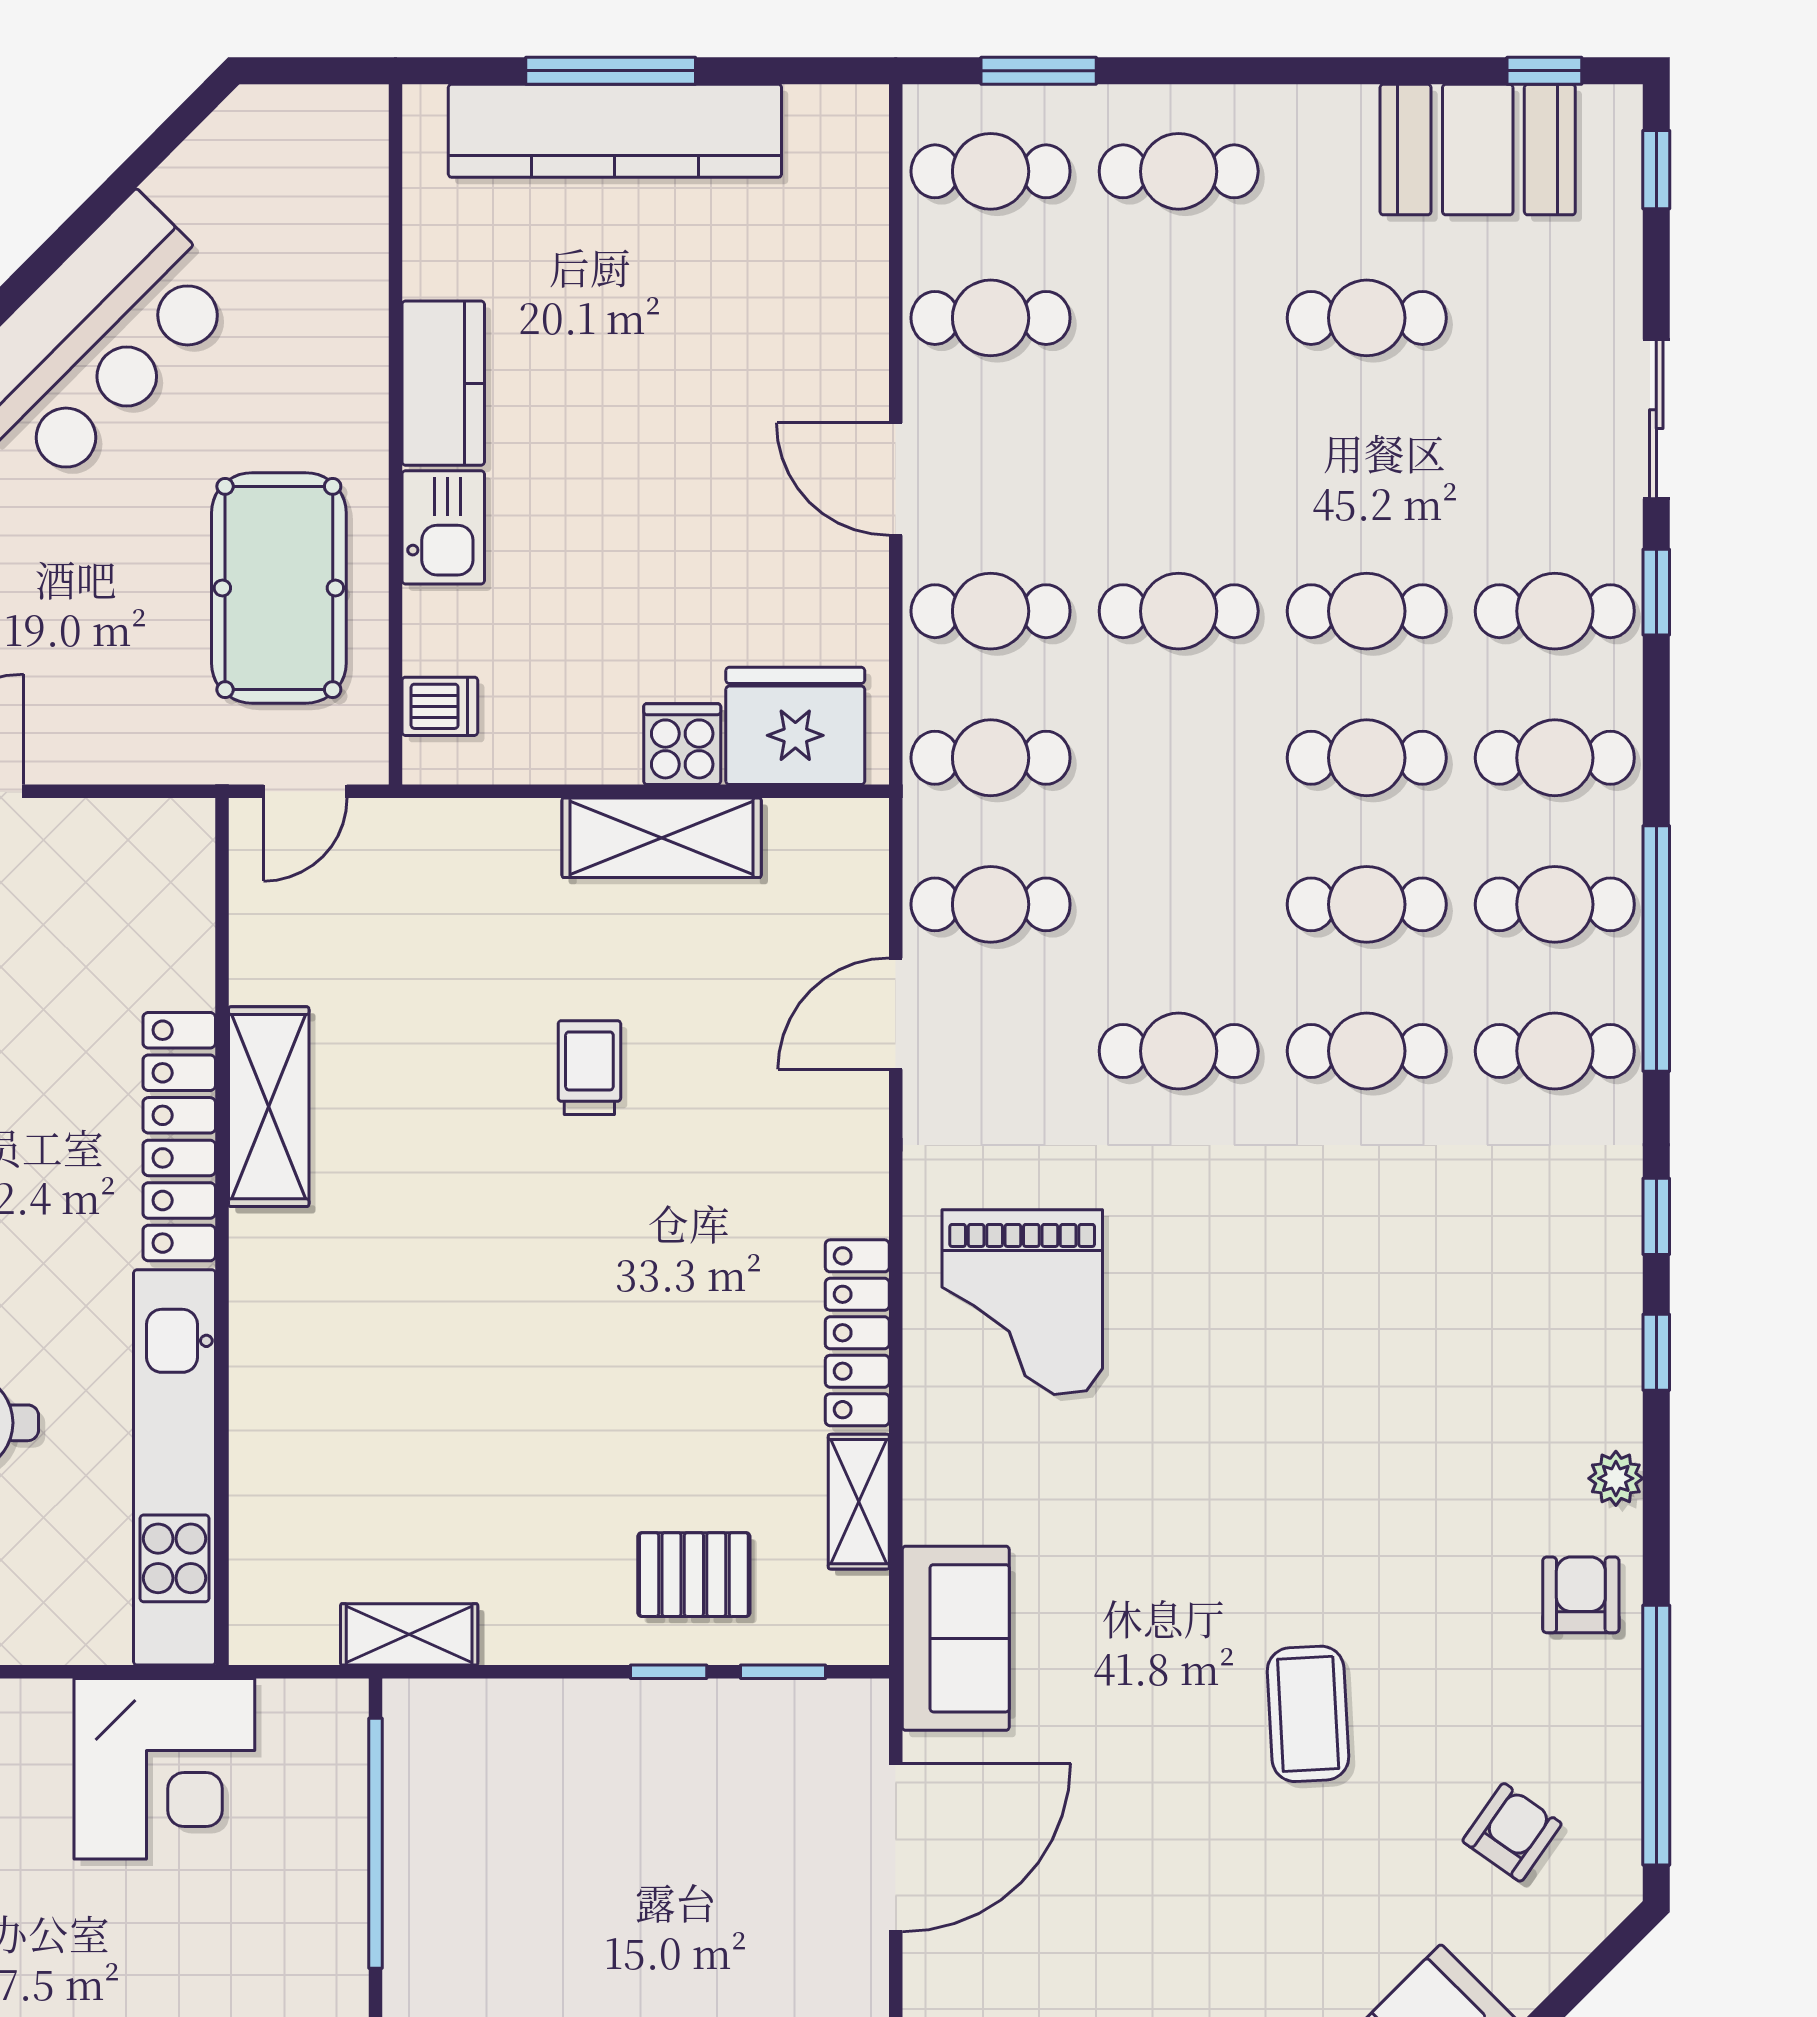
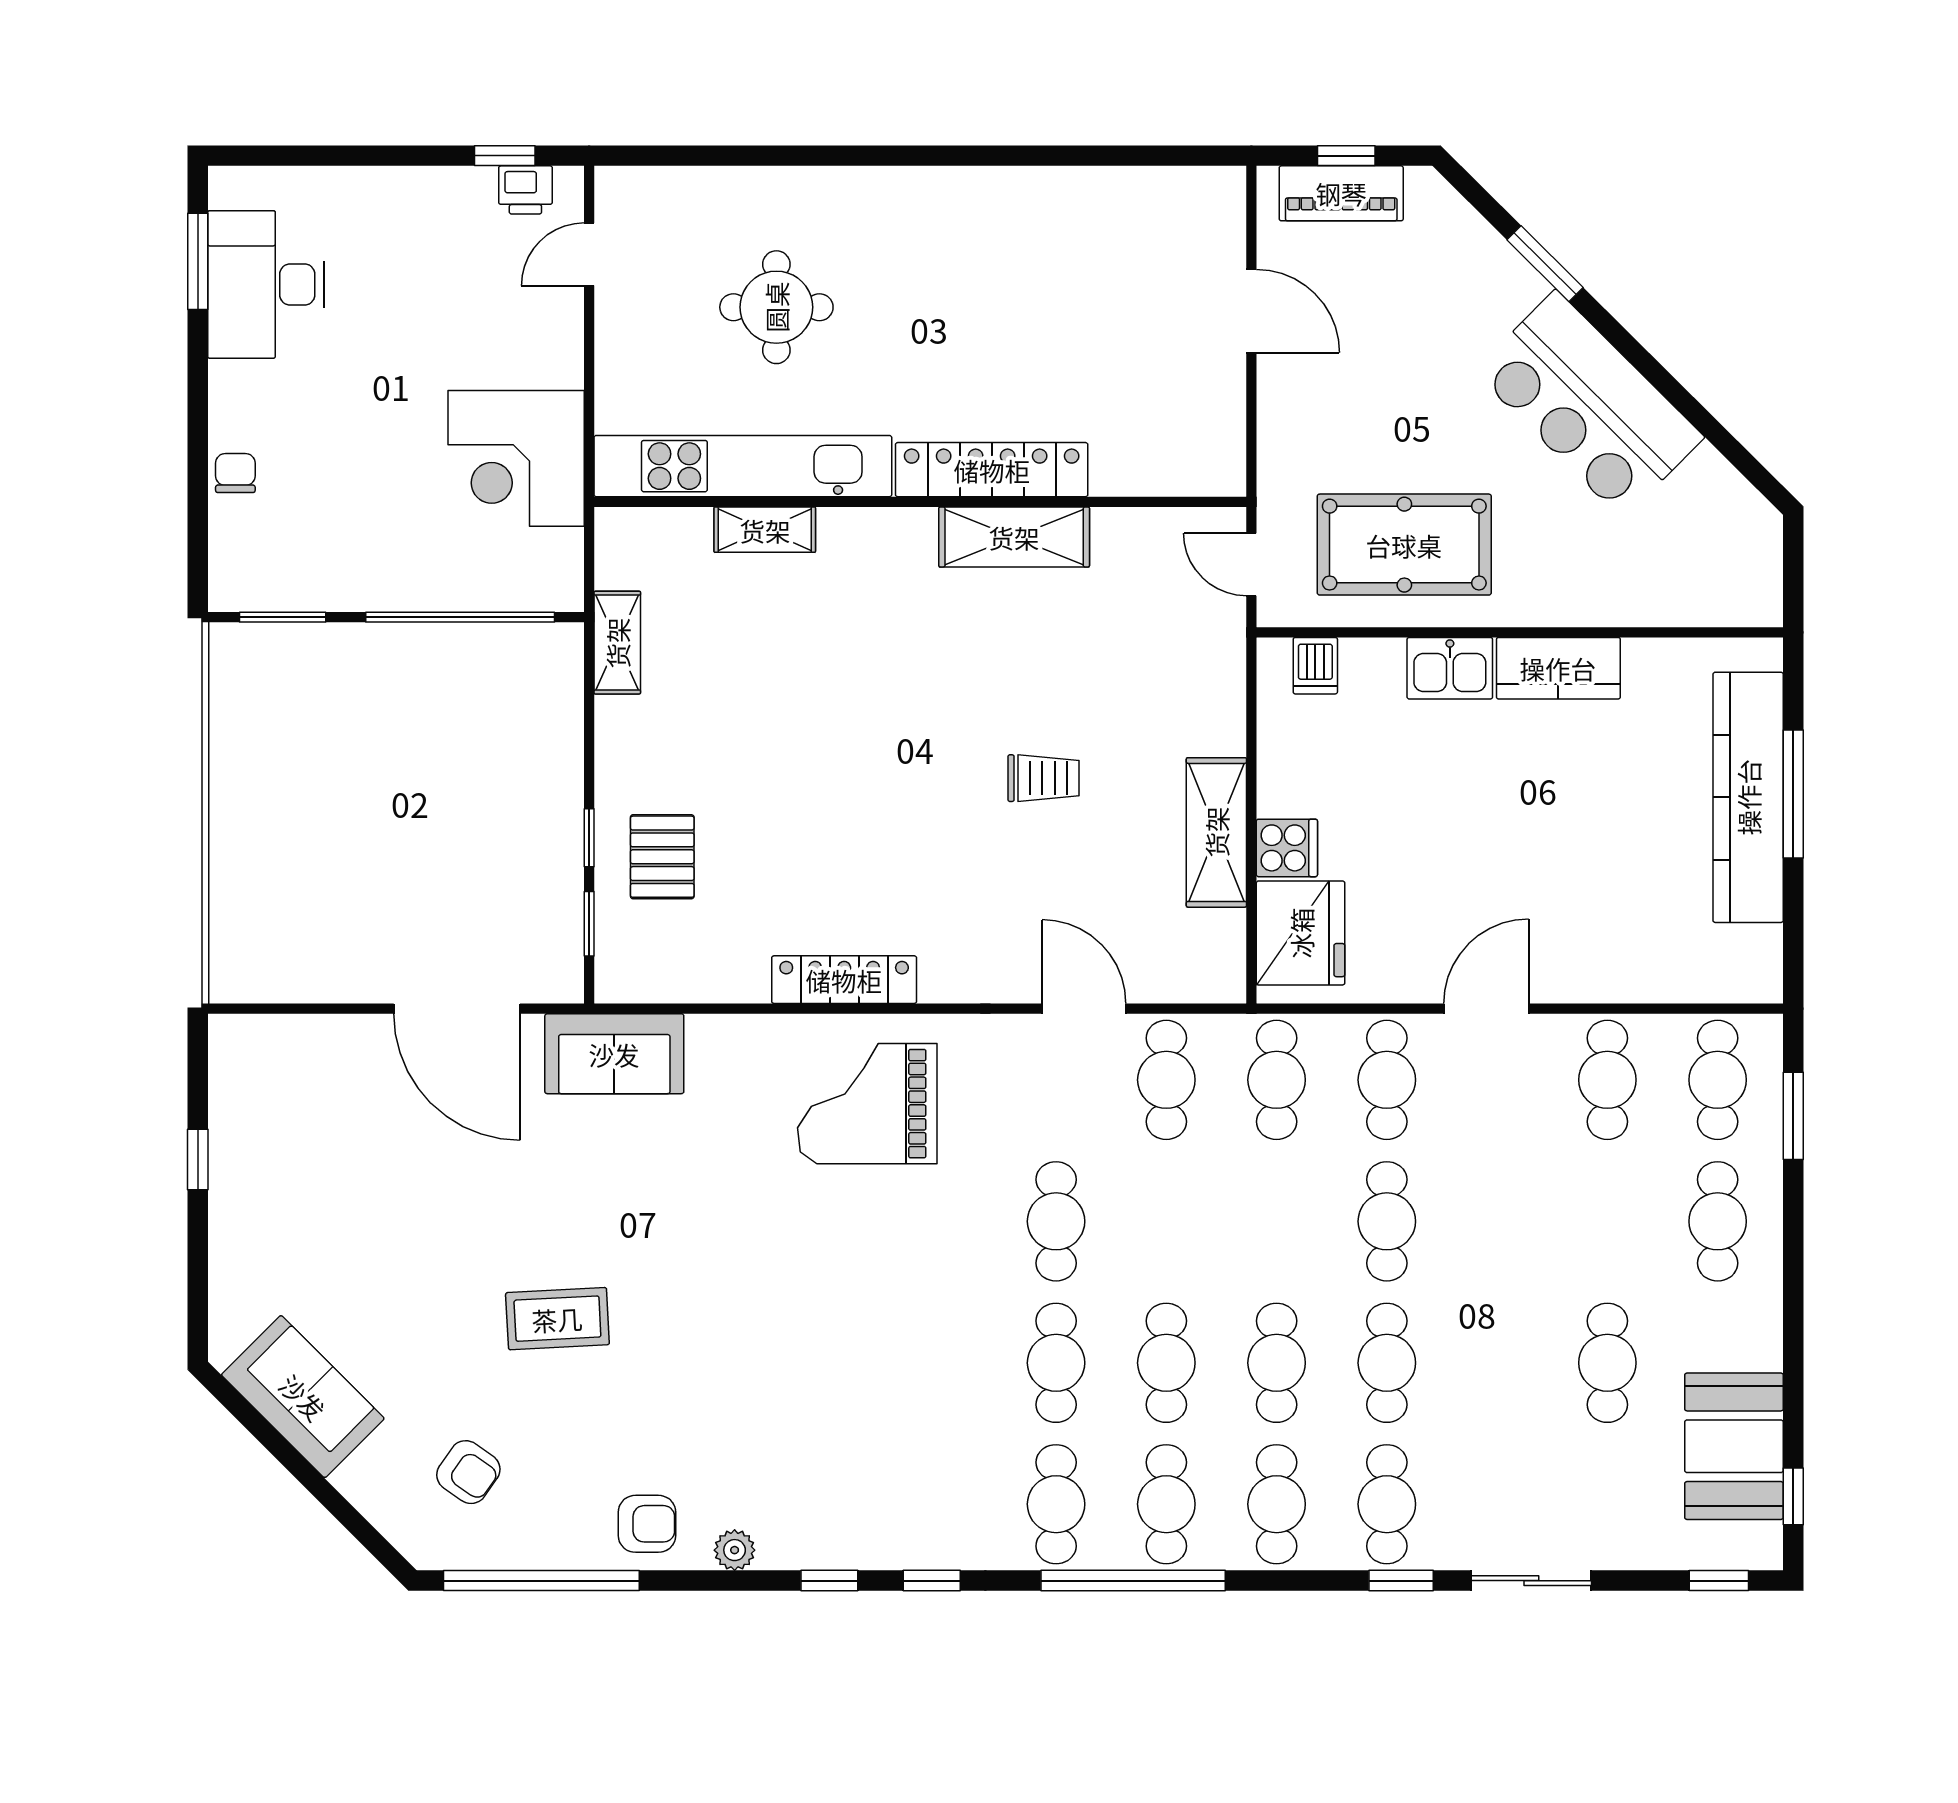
shelving: (859, 1502) -> (765, 530), moved

